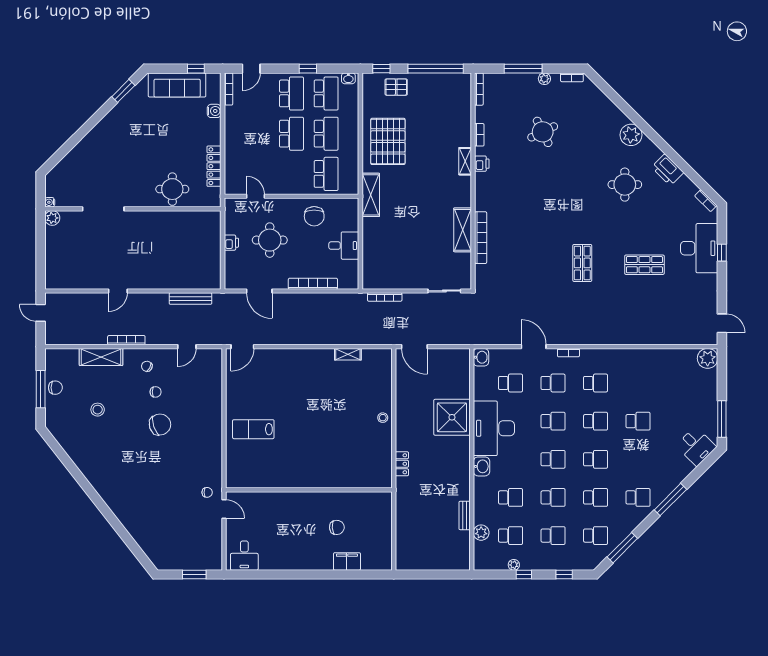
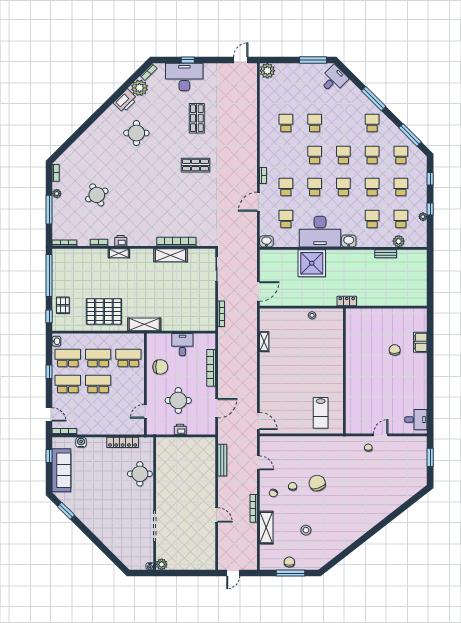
plant: (631, 135) -> (140, 88), moved
school desk: (596, 383) -> (286, 123), moved
wall: (309, 490) -> (344, 371), moved

